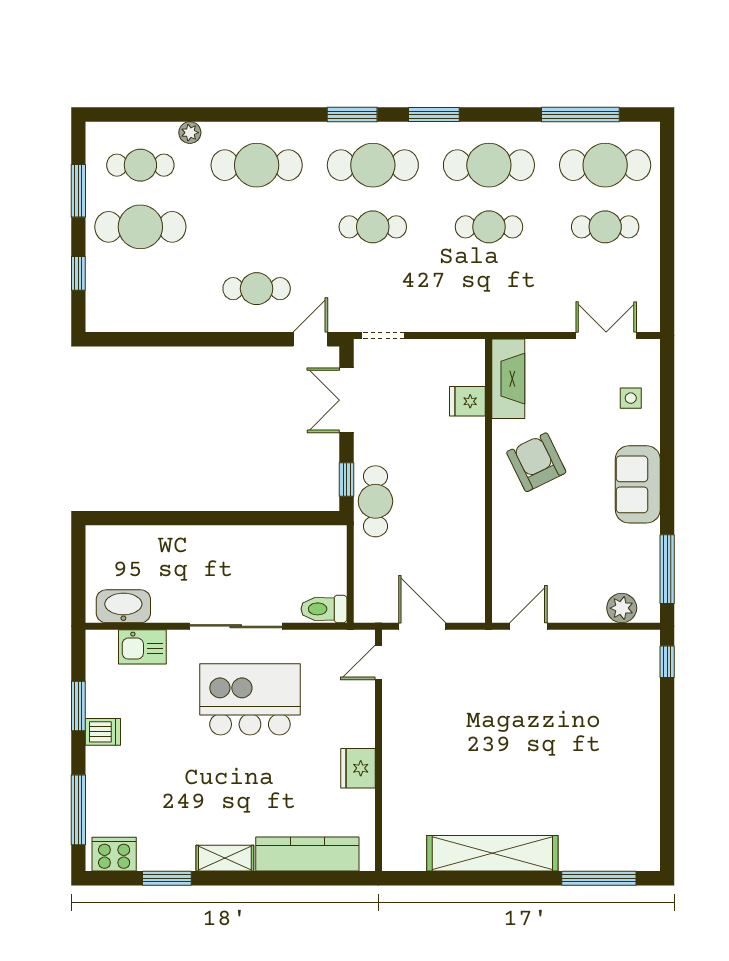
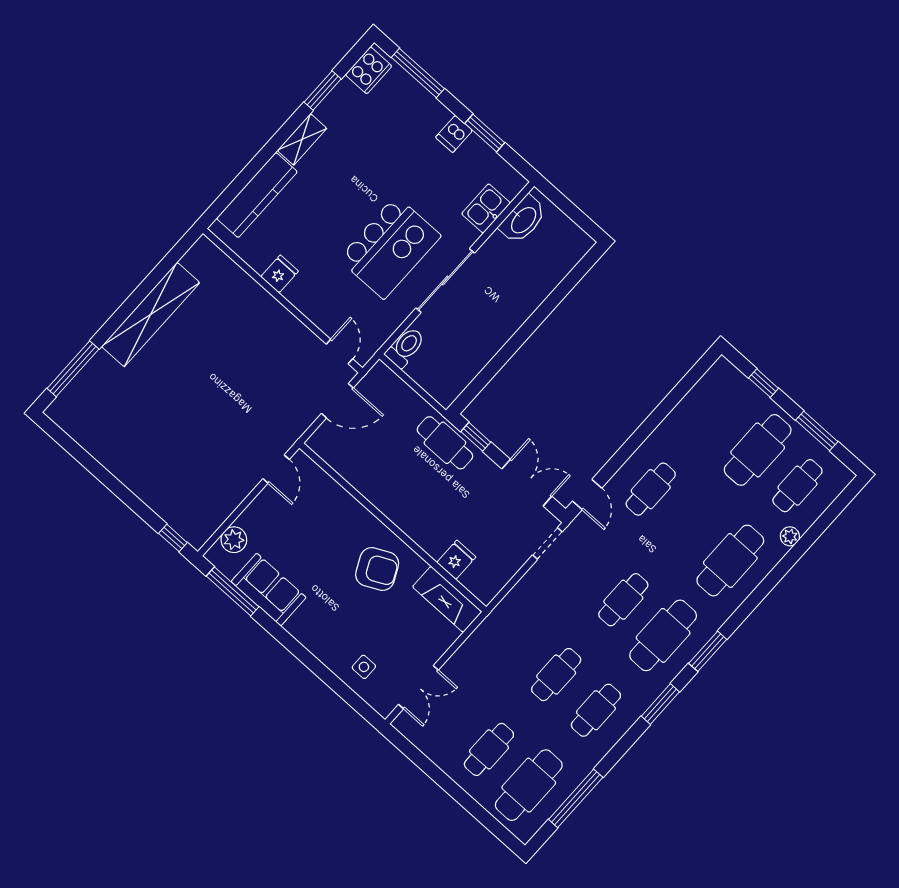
cafe table: (489, 165) -> (596, 710), width x0.73, depth x0.74
sofa: (638, 484) -> (269, 590), moved
fridge: (358, 768) -> (280, 274), width x0.72

